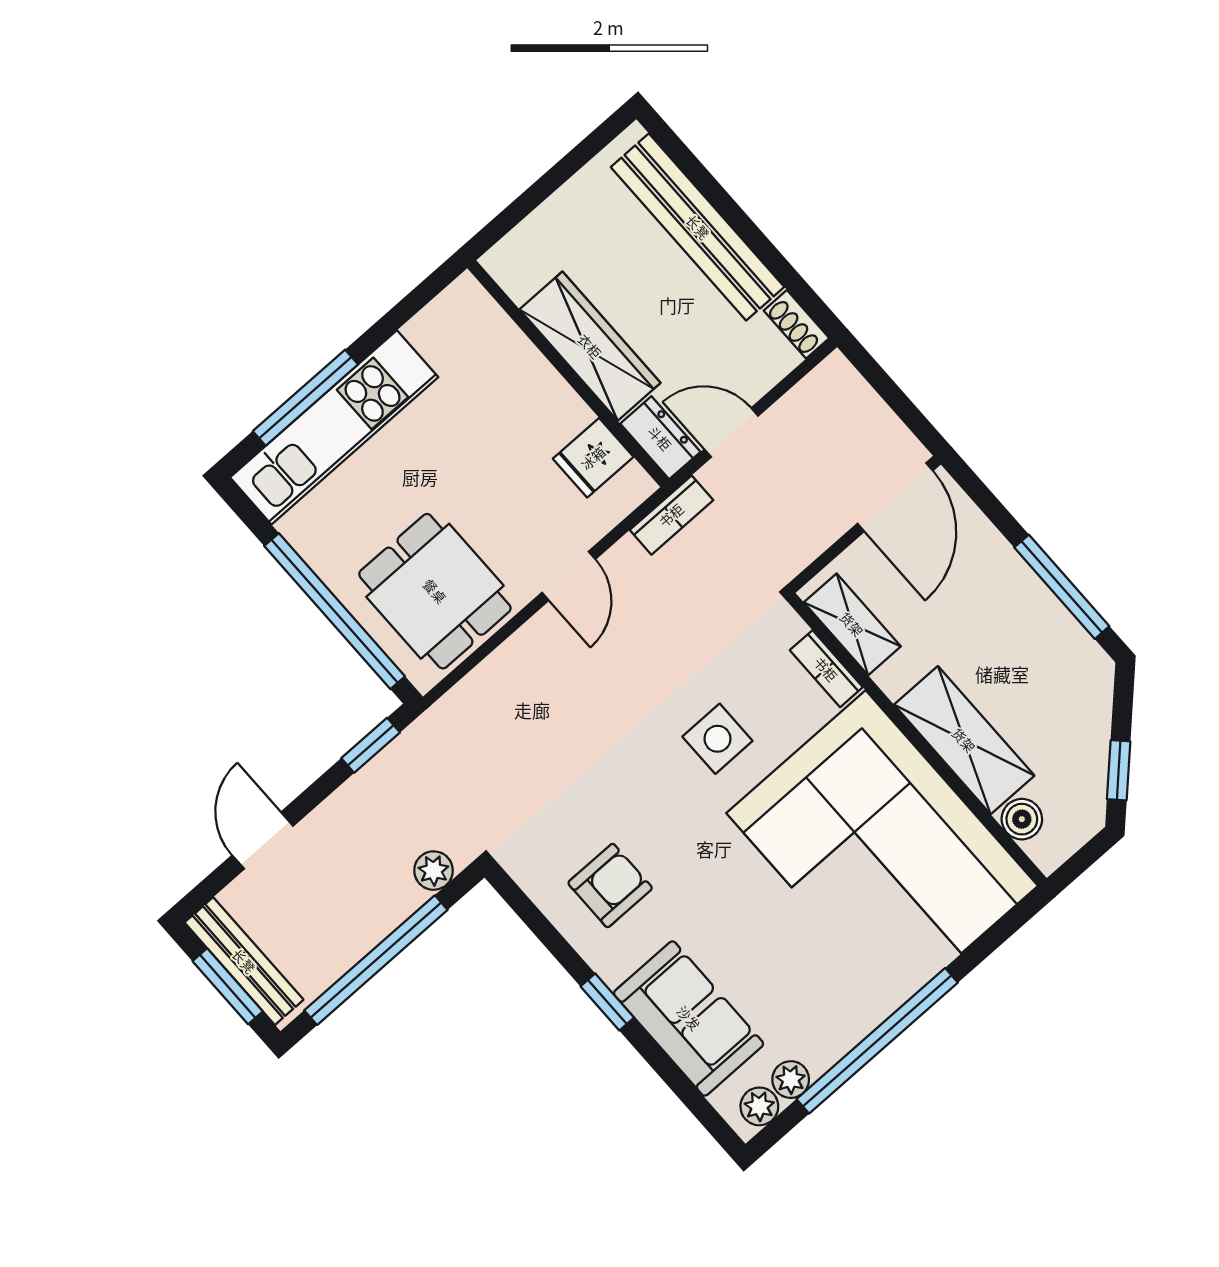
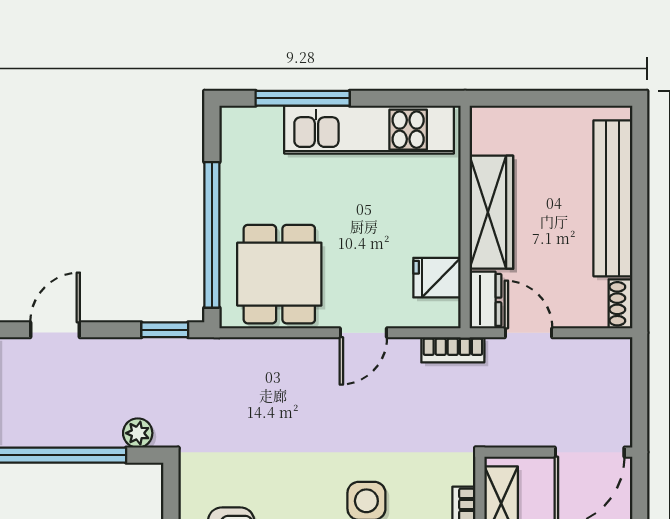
kitchen unit: (334, 427) -> (369, 130), moved

